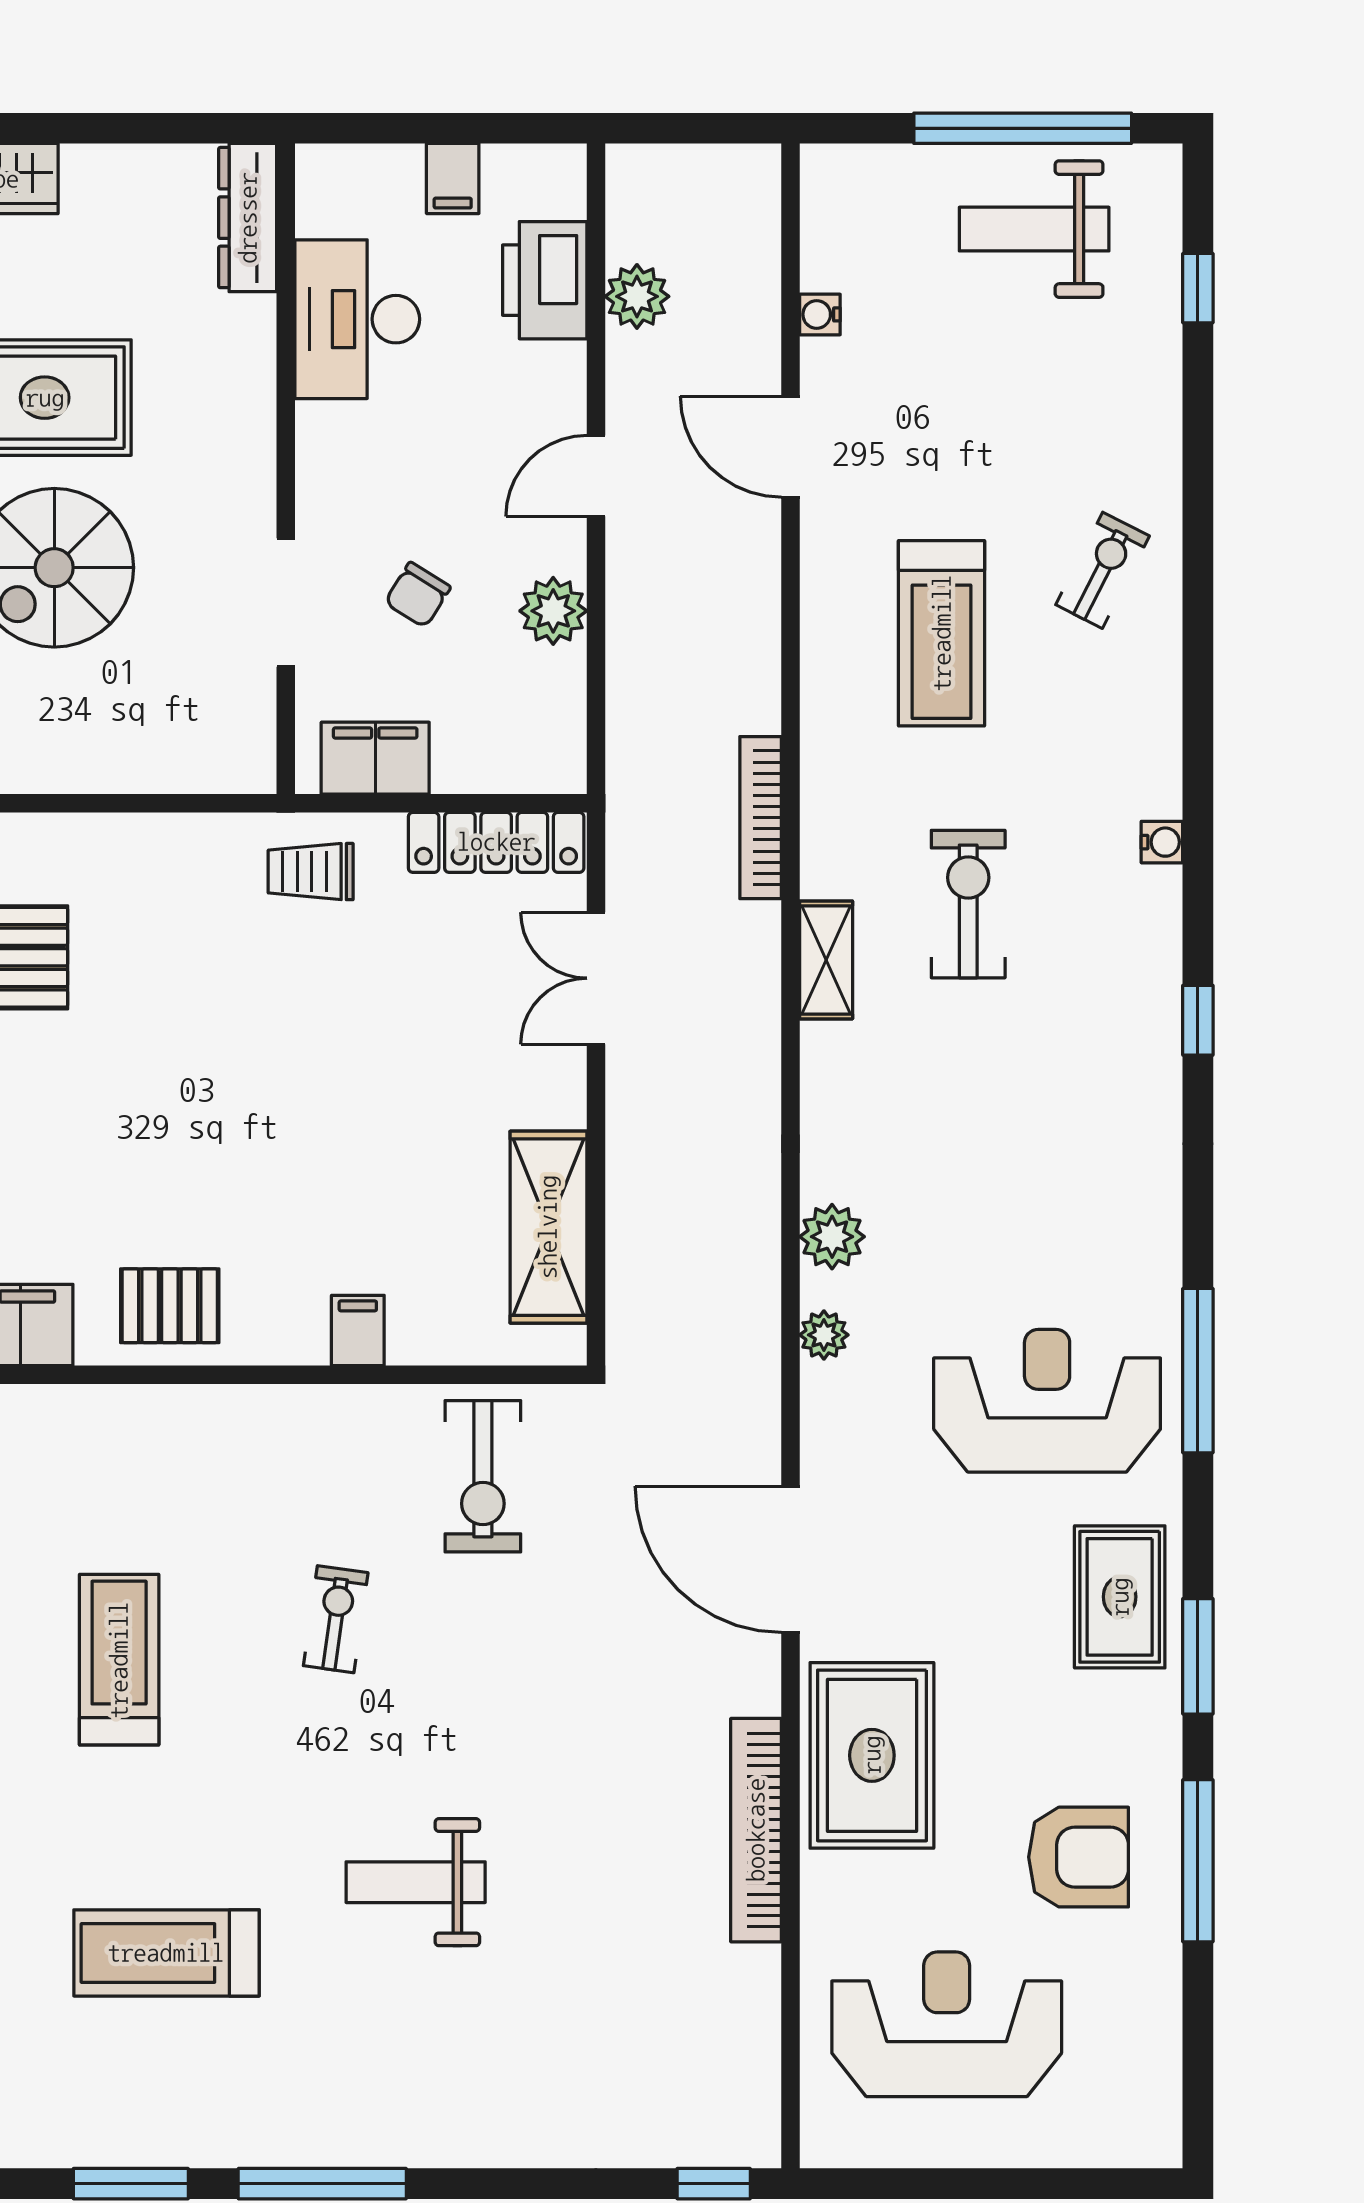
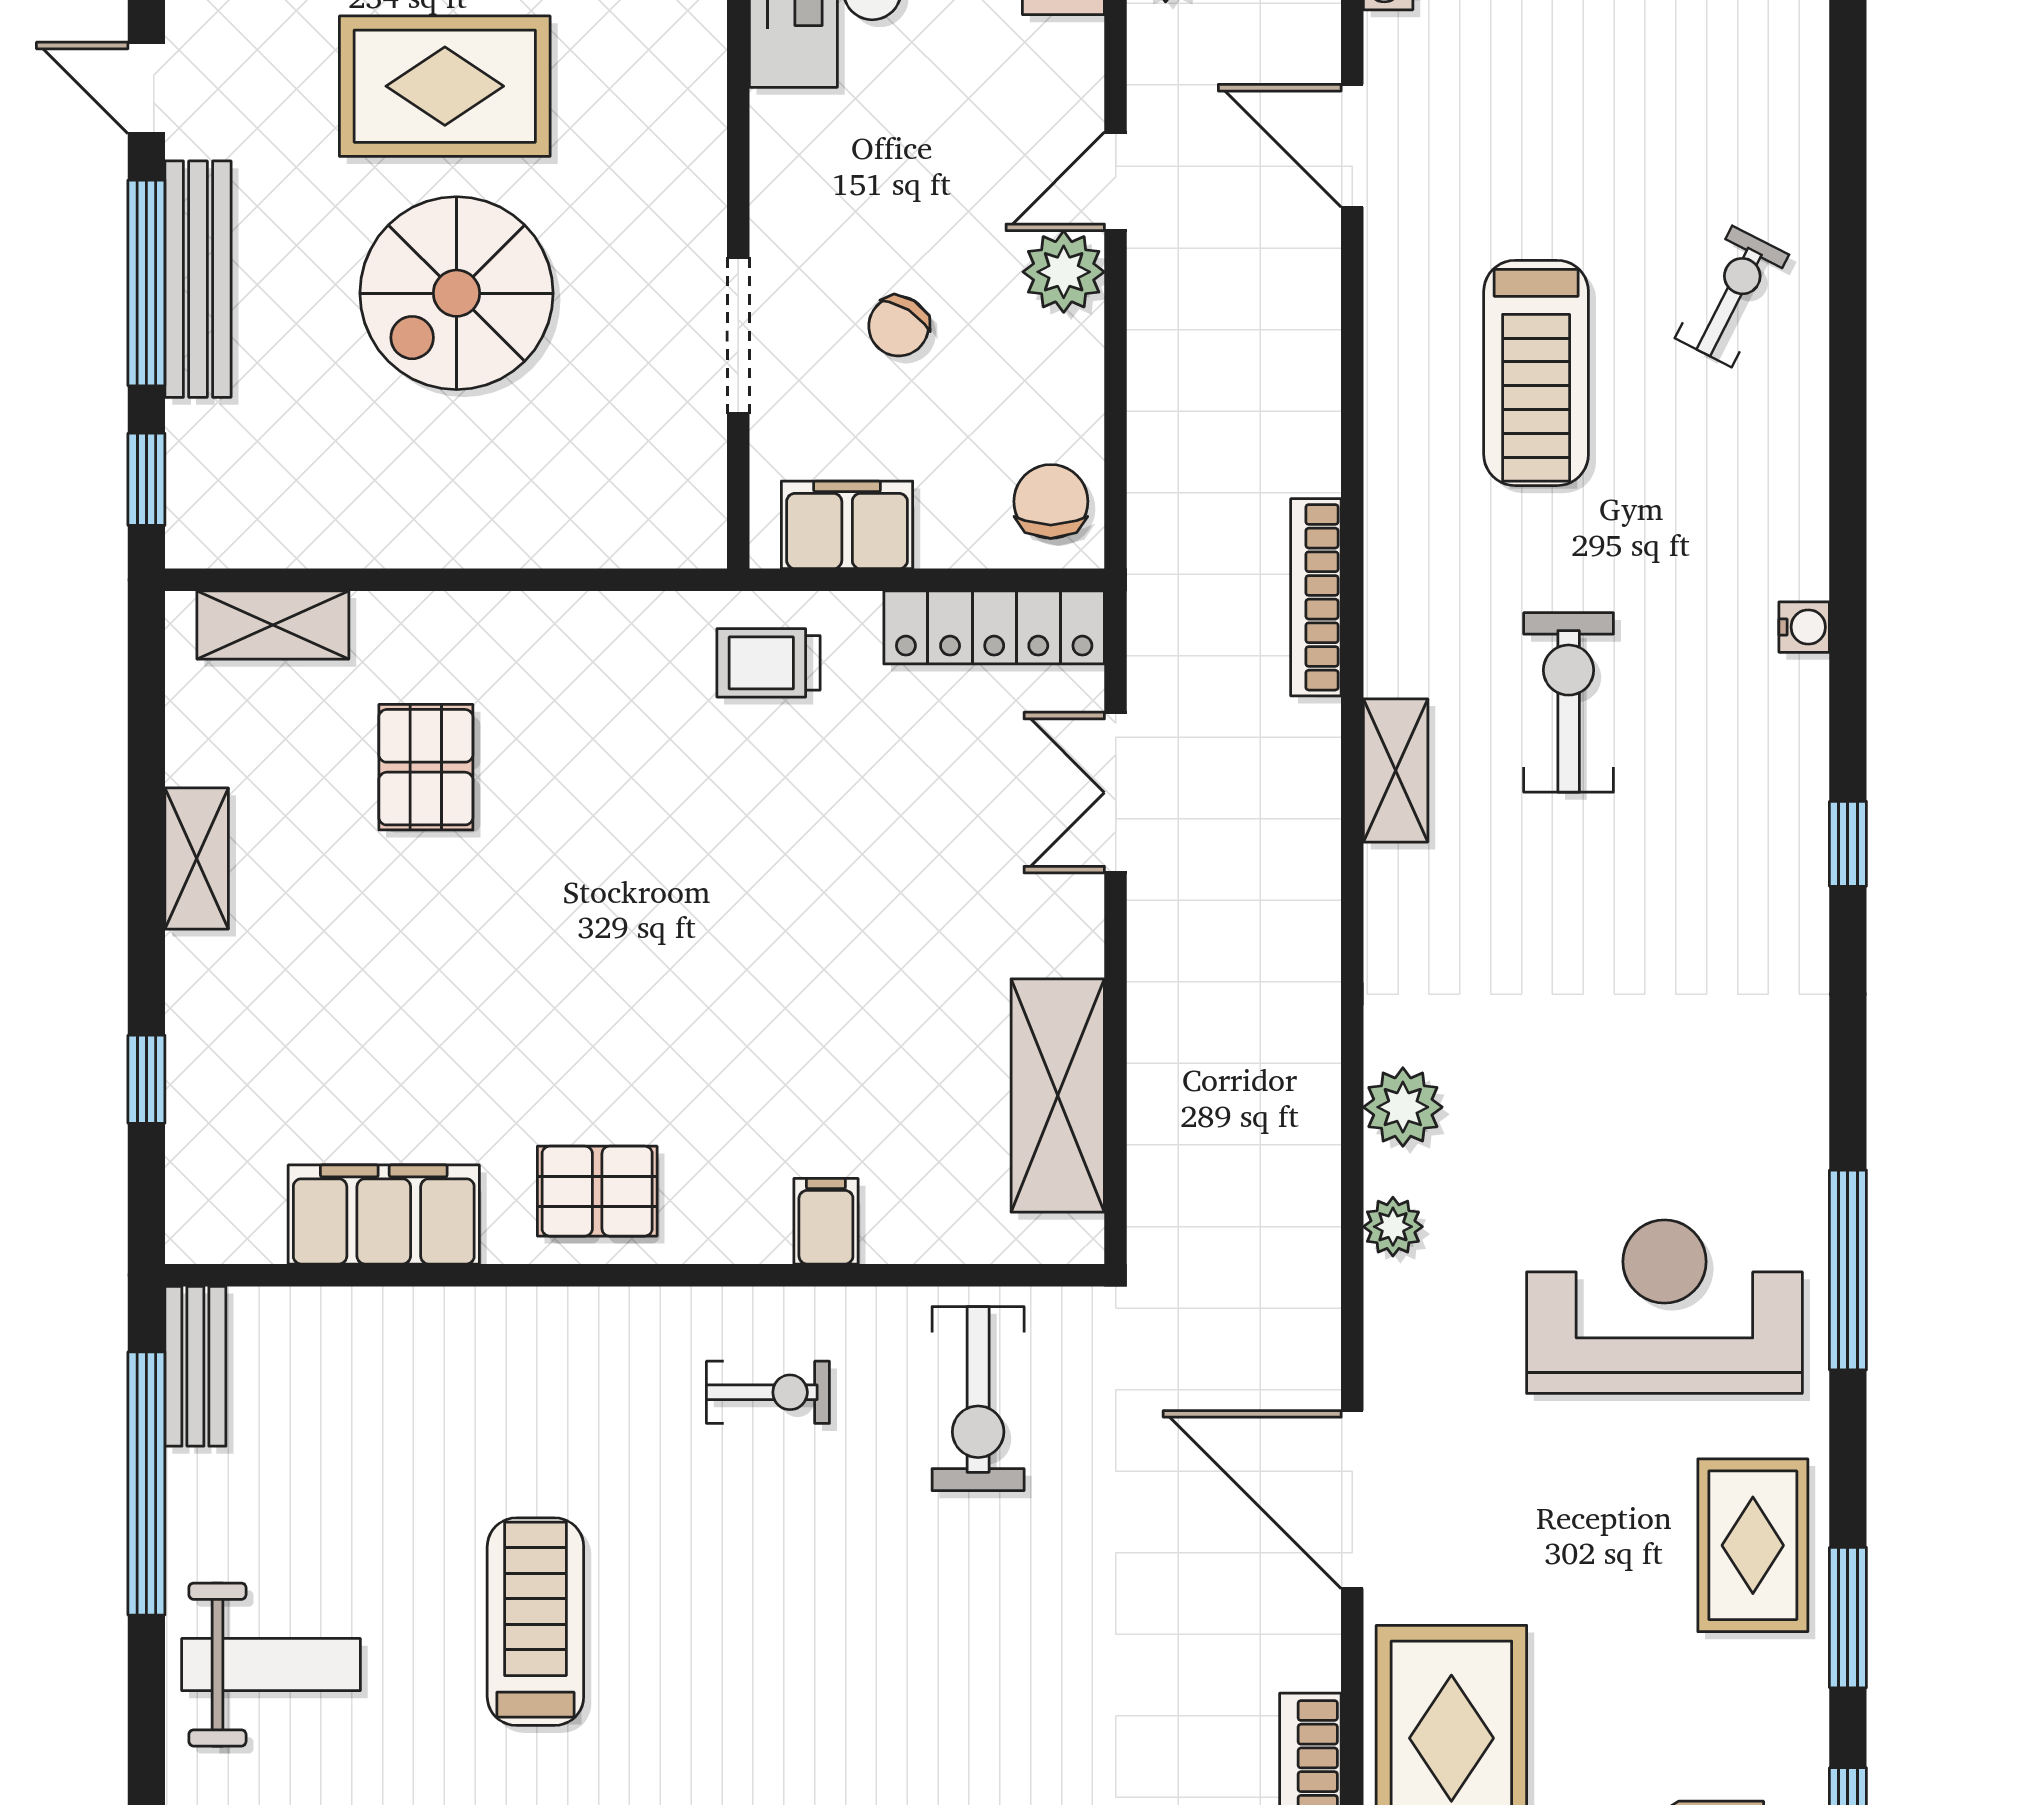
plant: (553, 611) -> (1064, 272), moved
chair: (543, 739) -> (1051, 501), added
exercise bike: (336, 1619) -> (768, 1392), moved, turned 82

